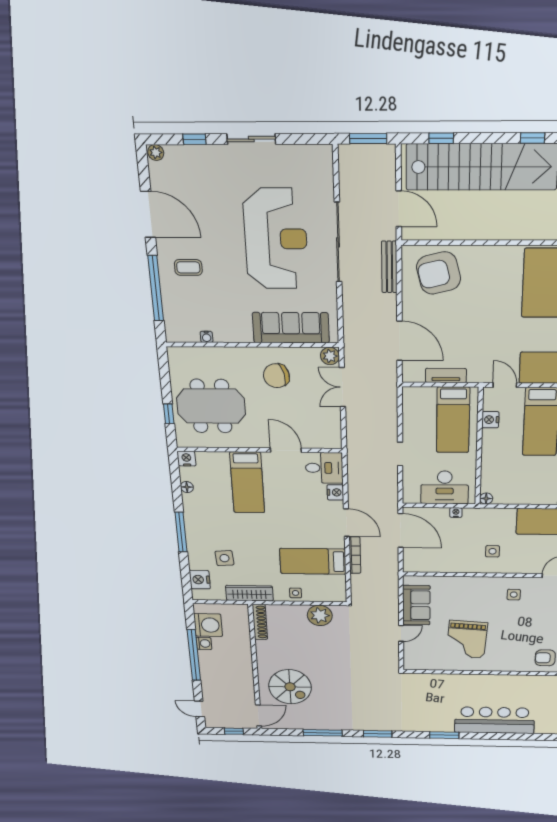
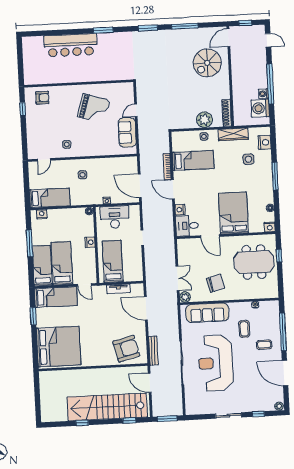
coffee table: (225, 297) -> (244, 329), added
nightstand: (490, 420) -> (90, 242), moved
bed: (247, 483) -> (233, 213), width x1.50
plant: (320, 615) -> (204, 120), moved
grand piano: (467, 639) -> (94, 109), turned 103
spiral stairs: (290, 687) -> (207, 63), turned -90

